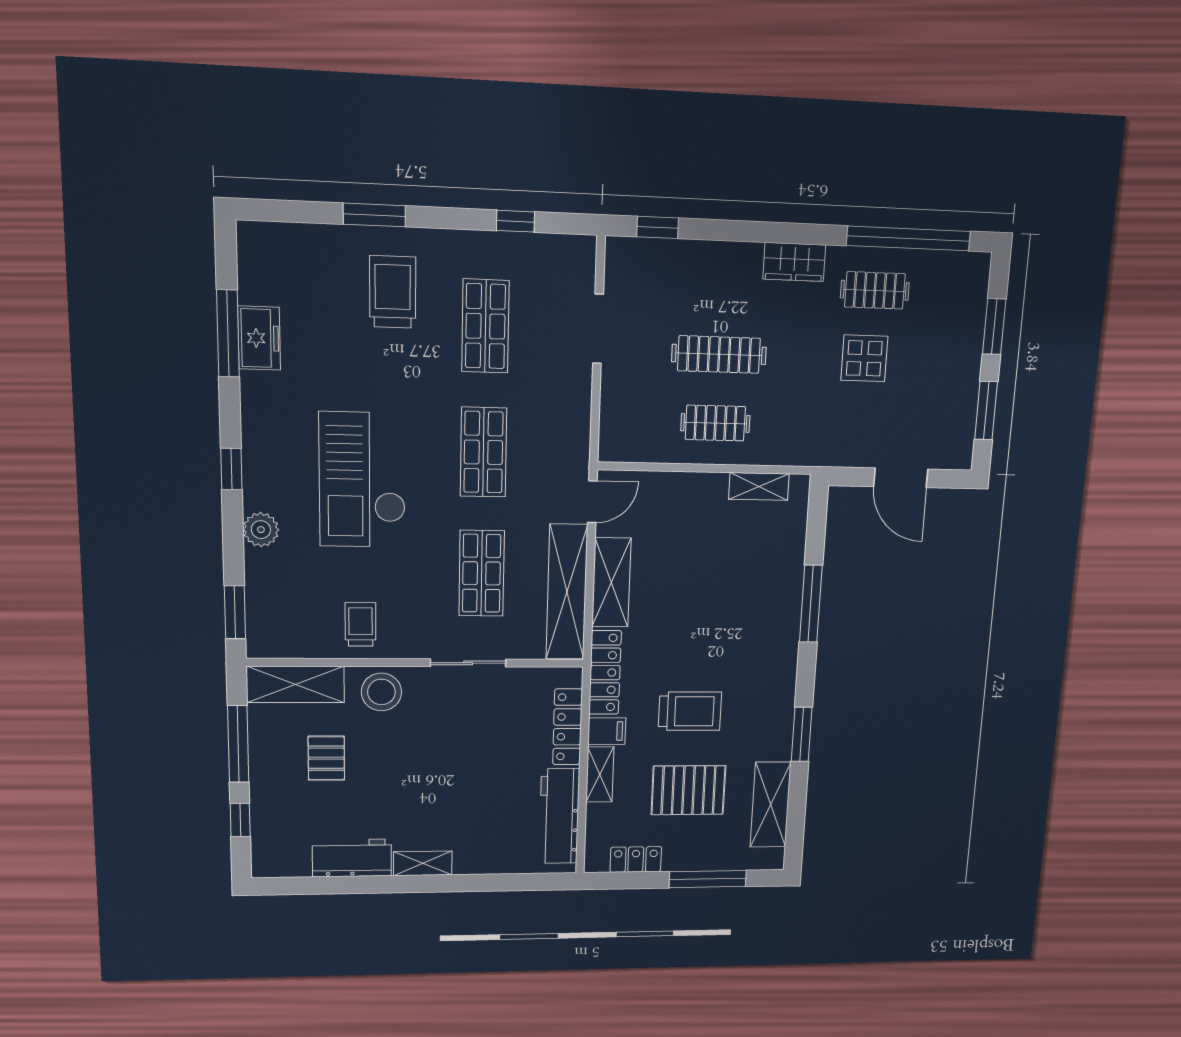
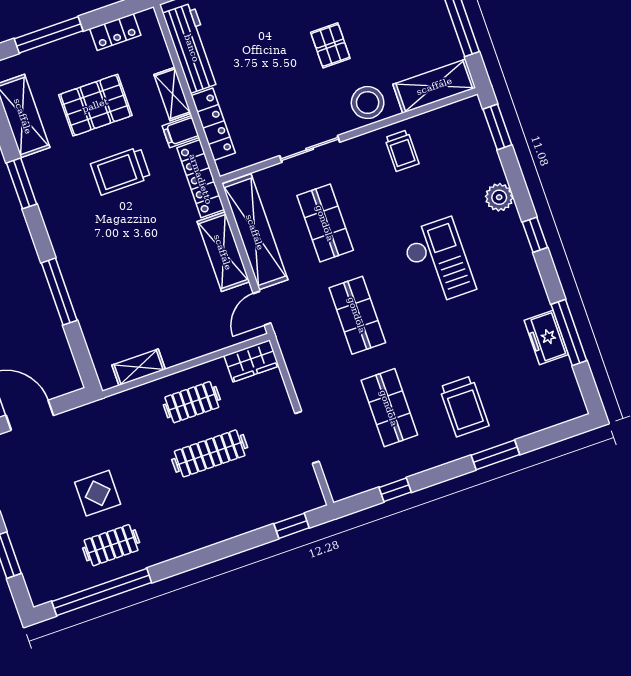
wardrobe: (794, 262) -> (251, 361), moved, turned 180
checkout: (363, 480) -> (438, 262), width x0.73, depth x0.83
pallet: (326, 758) -> (330, 45), moved

